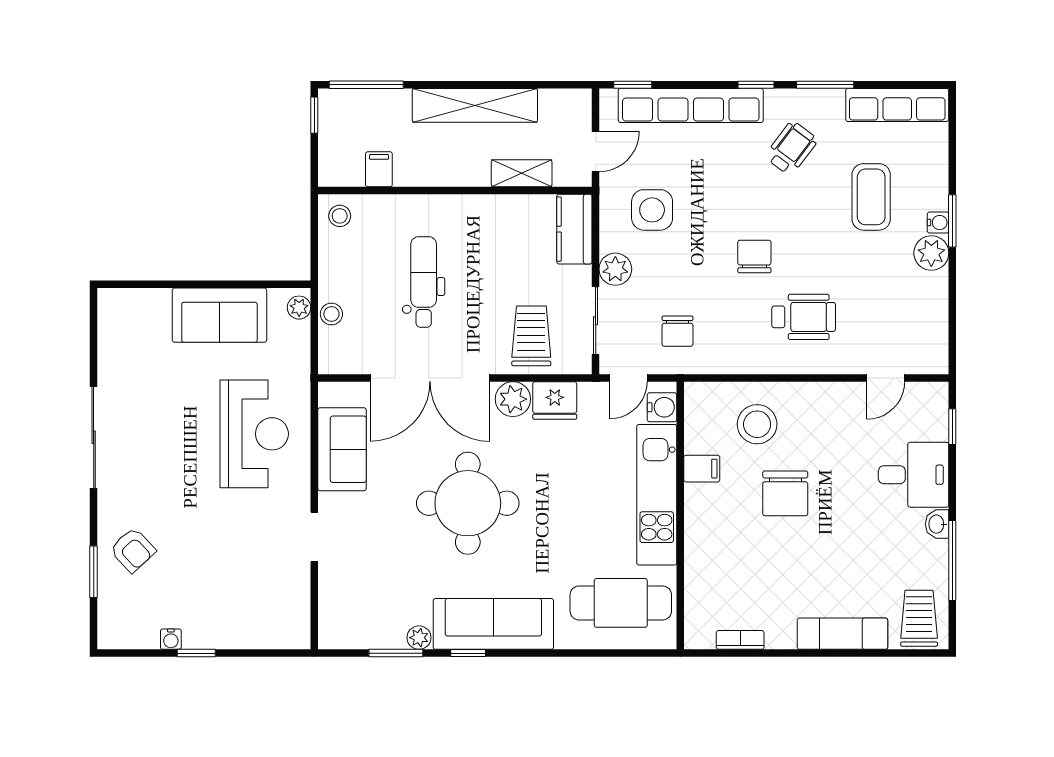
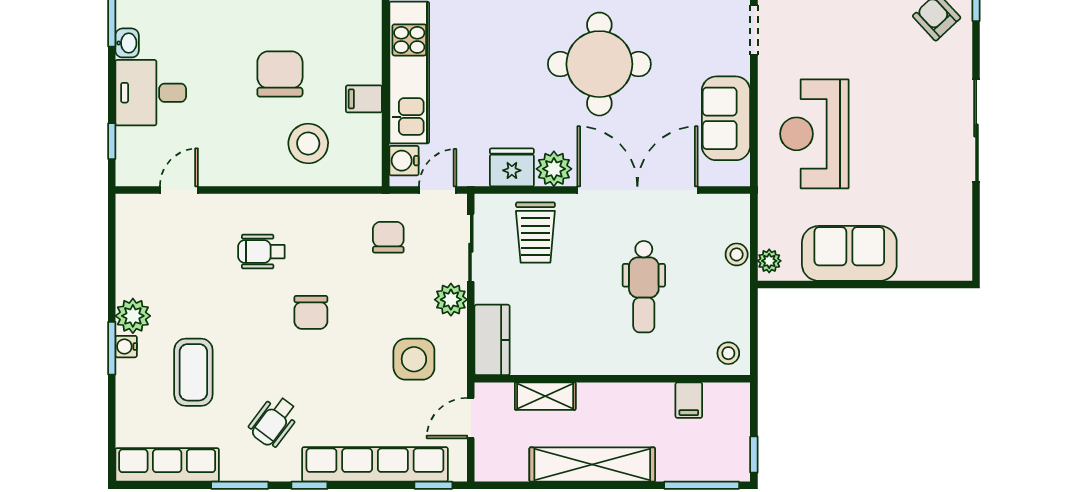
wheelchair: (804, 317) -> (261, 252), width x0.73, depth x0.73

